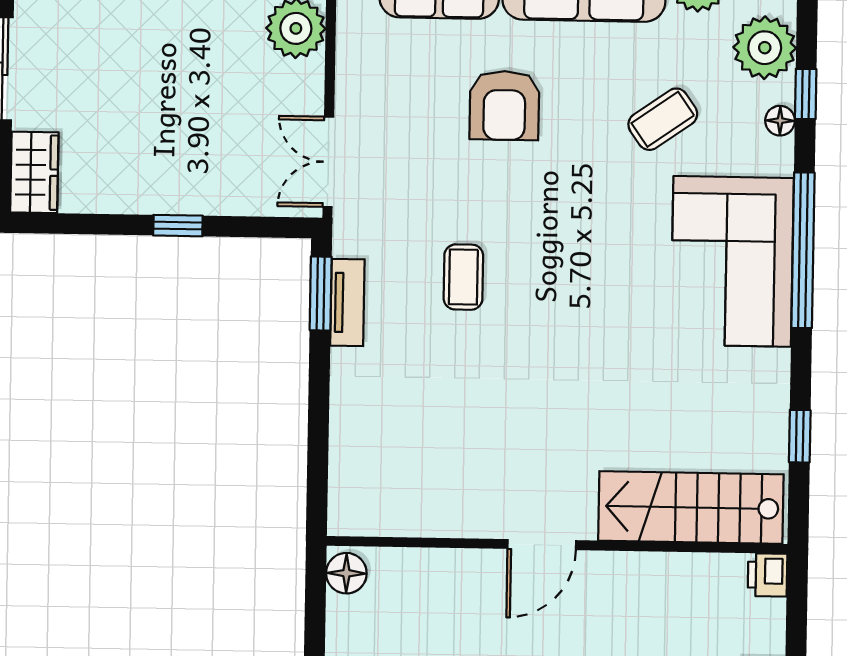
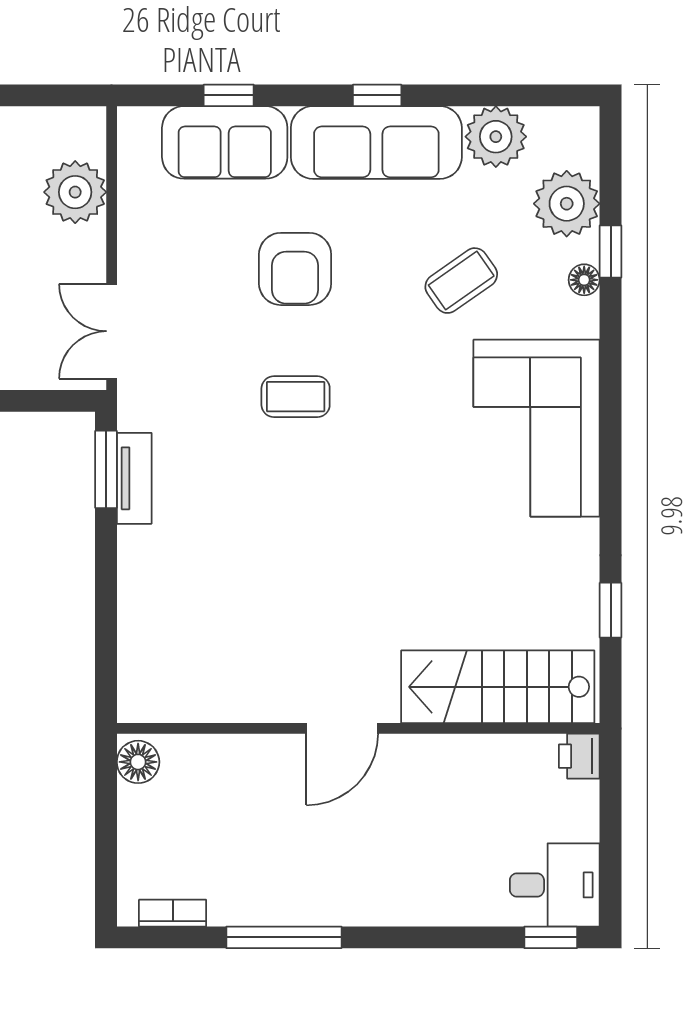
window: (803, 250) -> (611, 415), removed
coffee table: (463, 277) -> (296, 397), moved, turned 90

